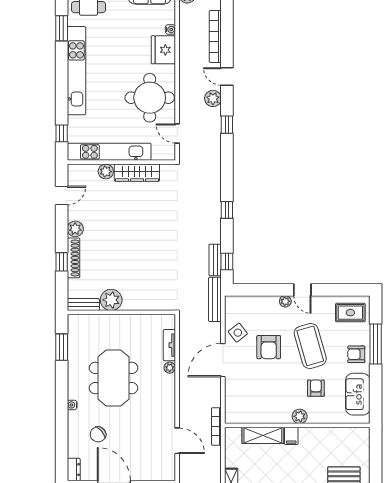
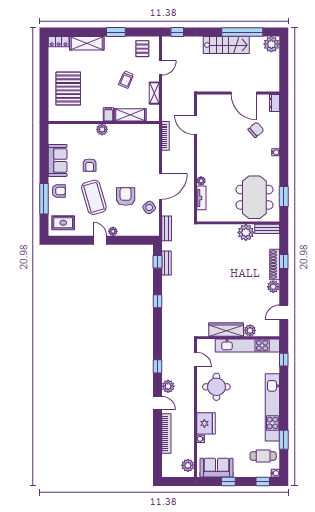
round table: (150, 98) -> (216, 387), width x0.73, depth x0.73
bench: (215, 299) -> (167, 228), width x0.73
meeting table: (113, 378) -> (254, 197), moved
plant: (300, 416) -> (102, 129), moved
wall: (297, 425) -> (104, 122), moved
shelving: (263, 435) -> (130, 115), moved
filing cabinet: (291, 436) -> (108, 114), moved

